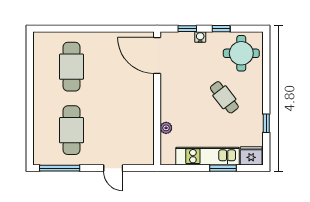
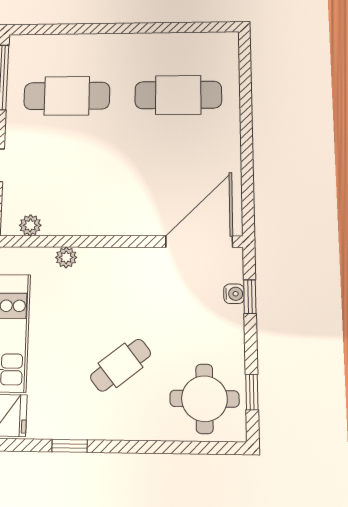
window: (221, 29) -> (252, 392), moved
water cooler: (200, 37) -> (234, 294), moved
plant: (148, 148) -> (30, 225), added

